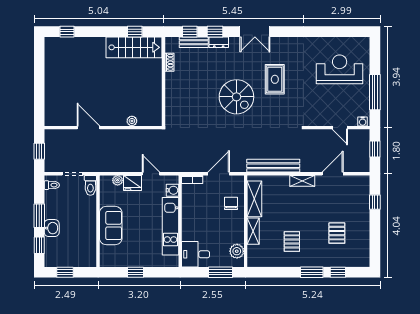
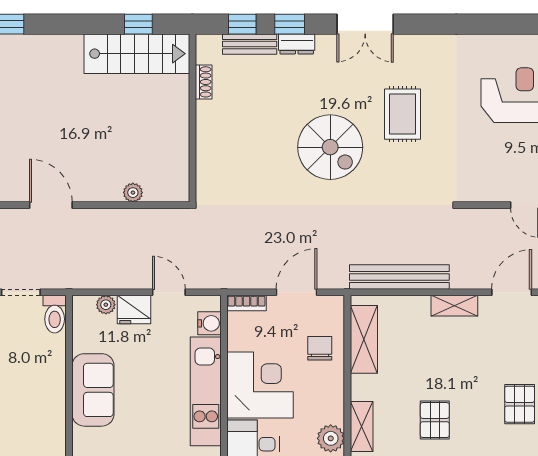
corner desk: (199, 223) -> (260, 385), added
shelving: (253, 231) -> (362, 426), moved

